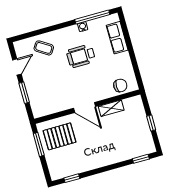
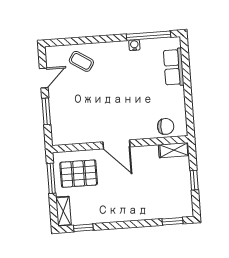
wheelchair: (81, 56) -> (125, 80), removed
shelving: (111, 108) -> (174, 150), moved
shelving: (54, 168) -> (63, 211), added

